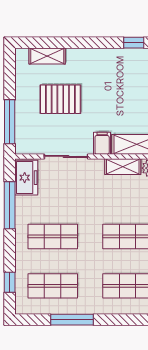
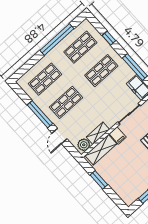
window: (10, 282) -> (109, 38), moved
window: (72, 320) -> (57, 39), width x1.46

